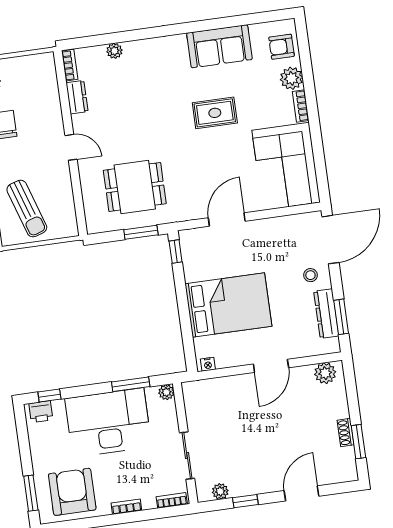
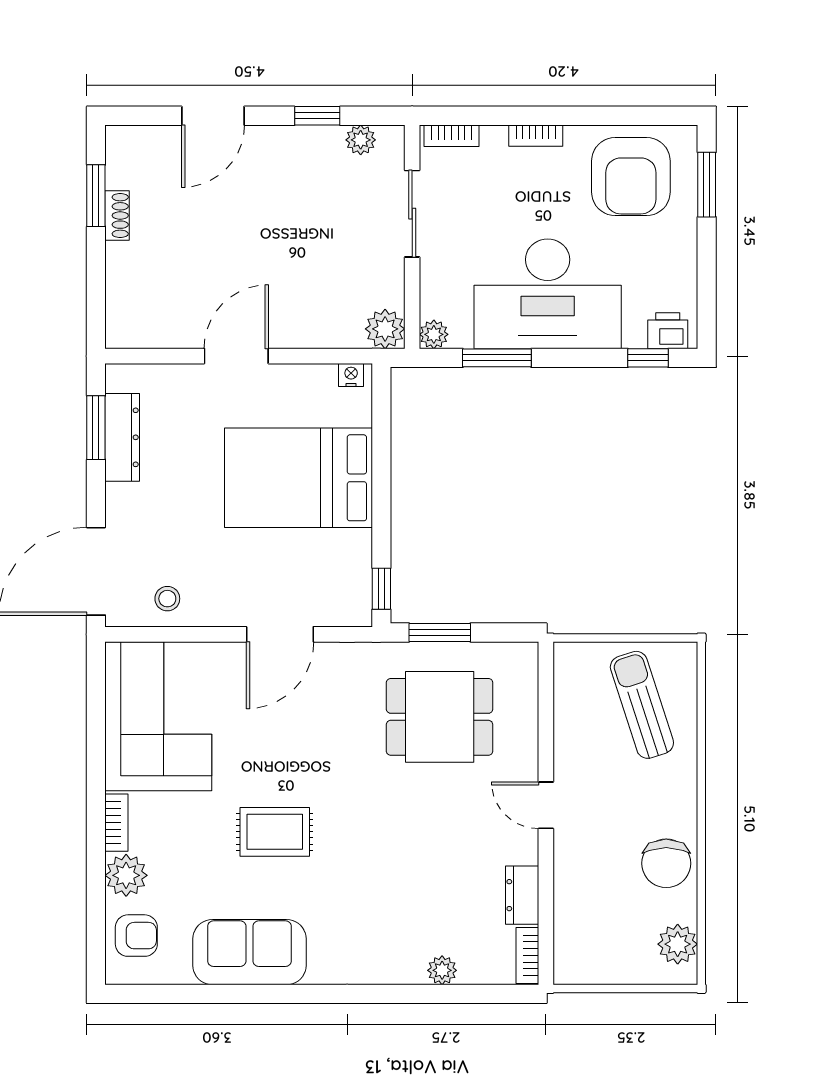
stool: (310, 275) -> (167, 599), moved
plant: (325, 373) -> (385, 329), moved

